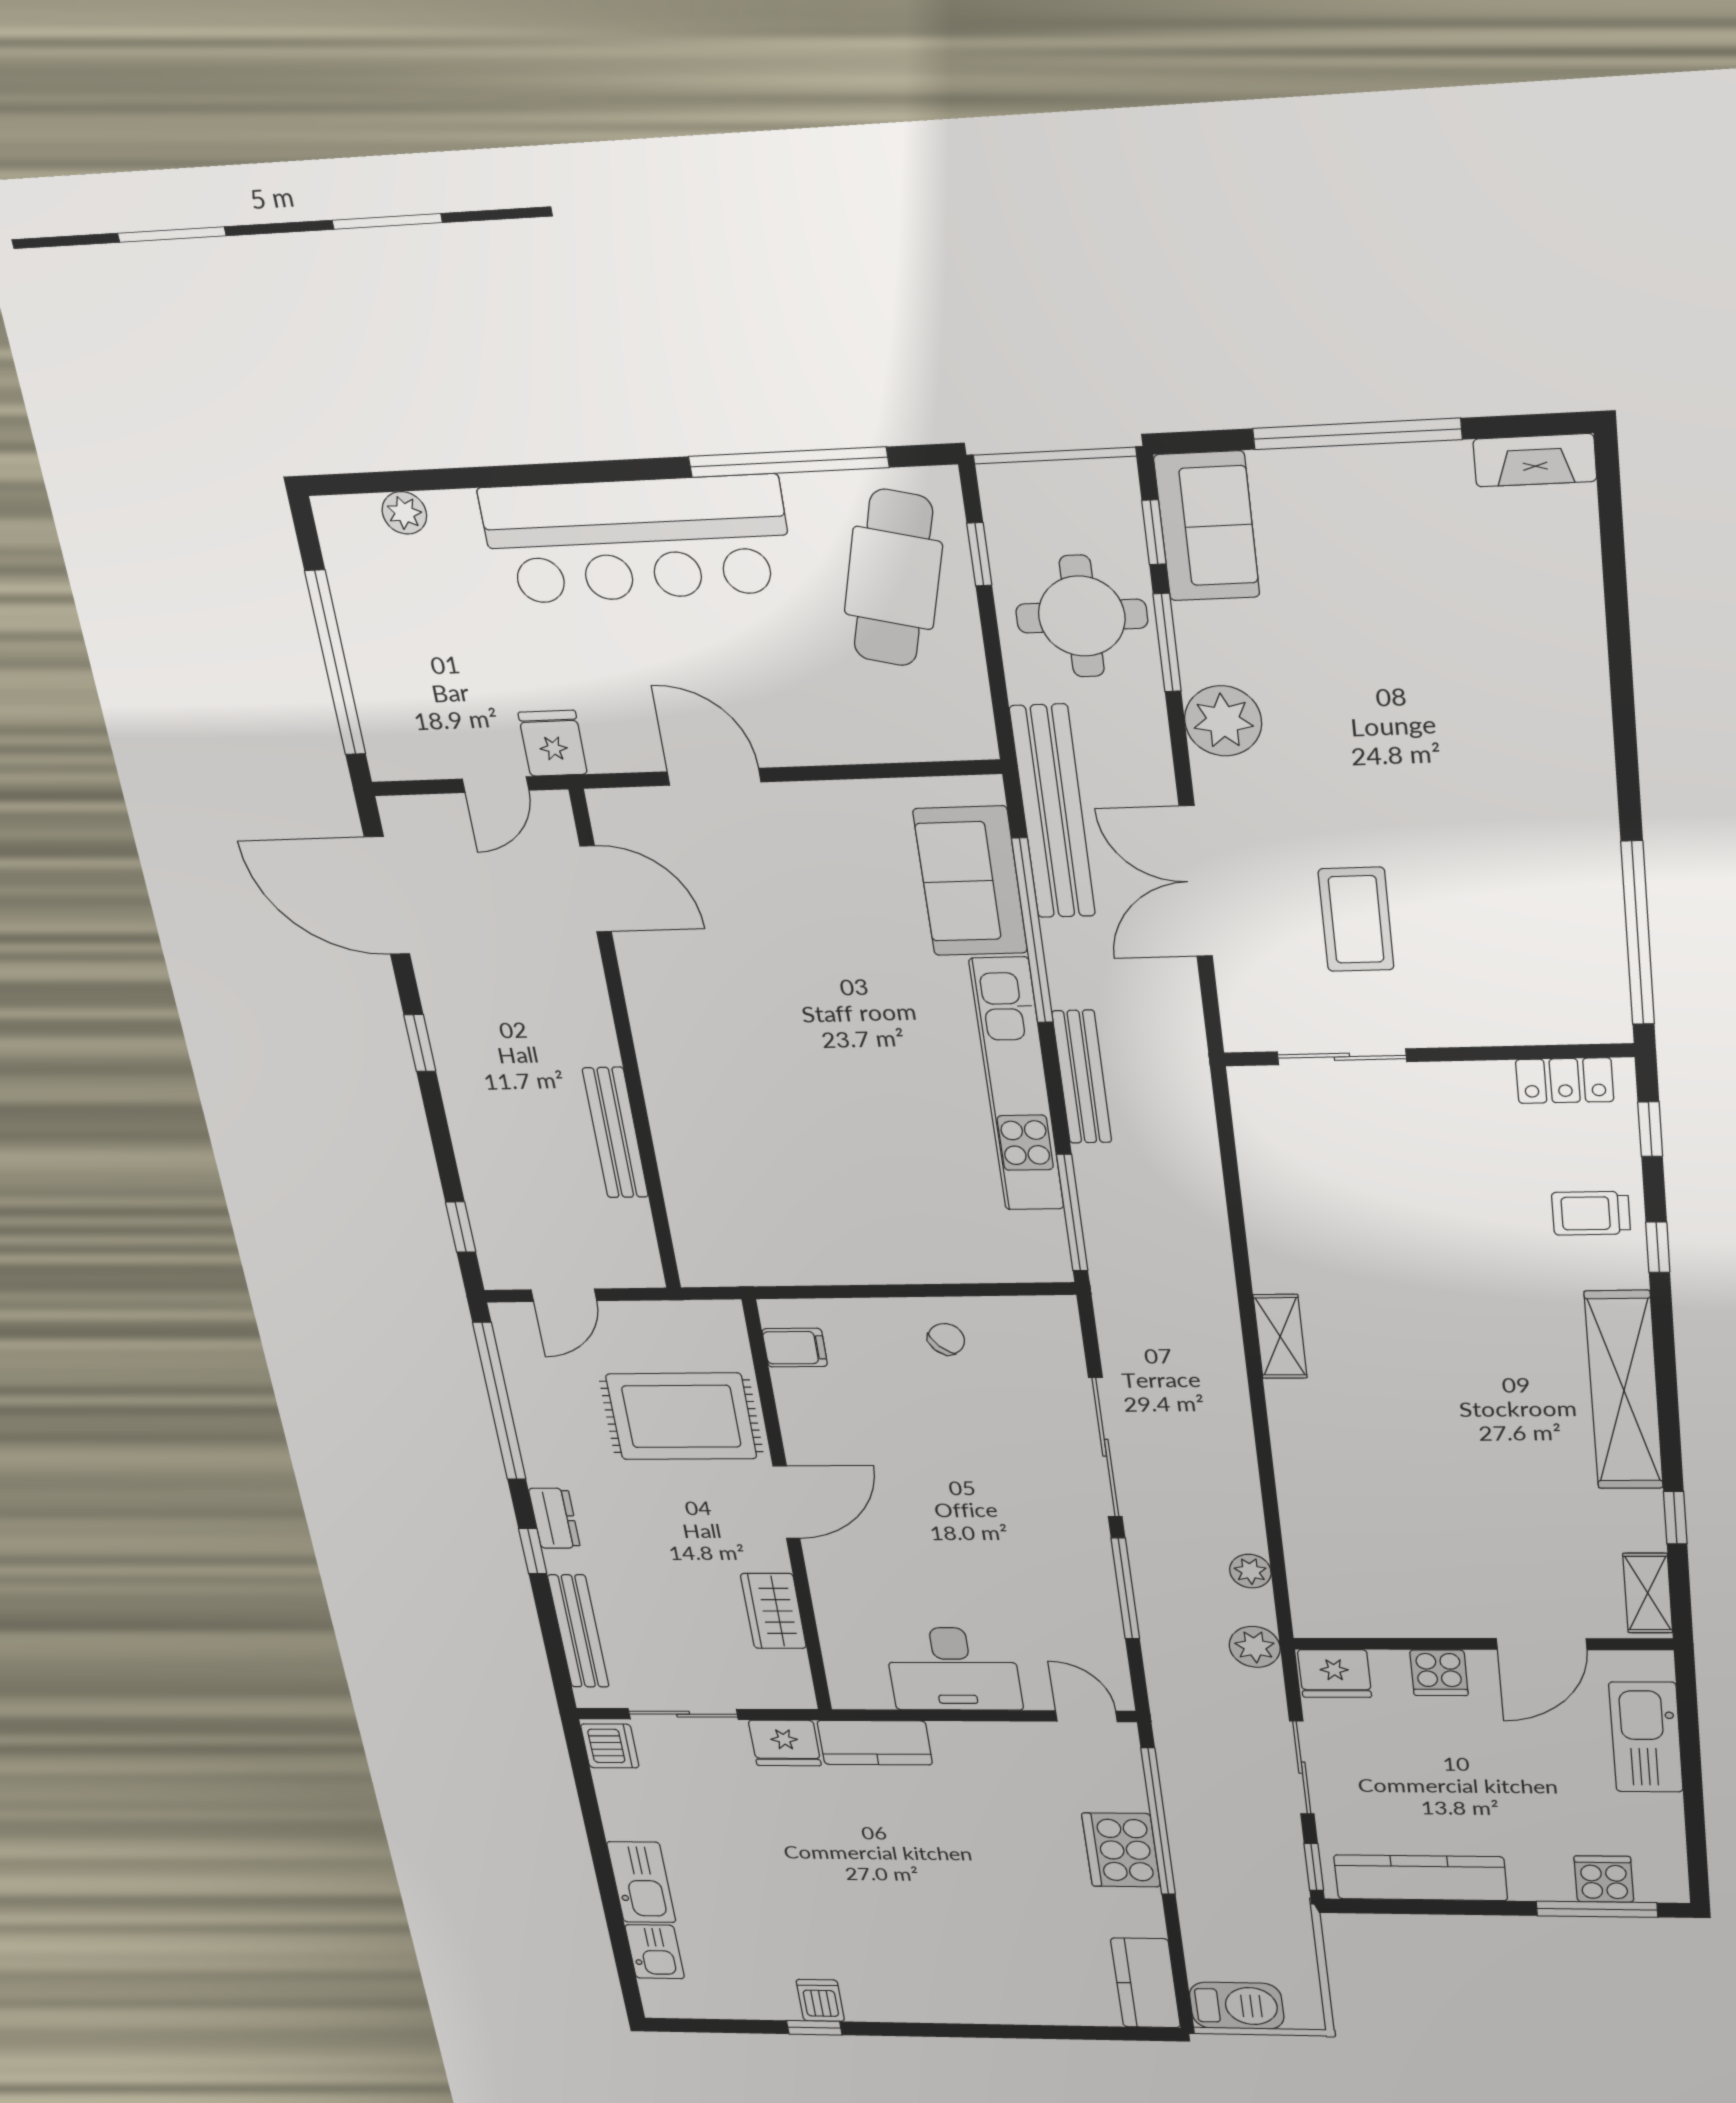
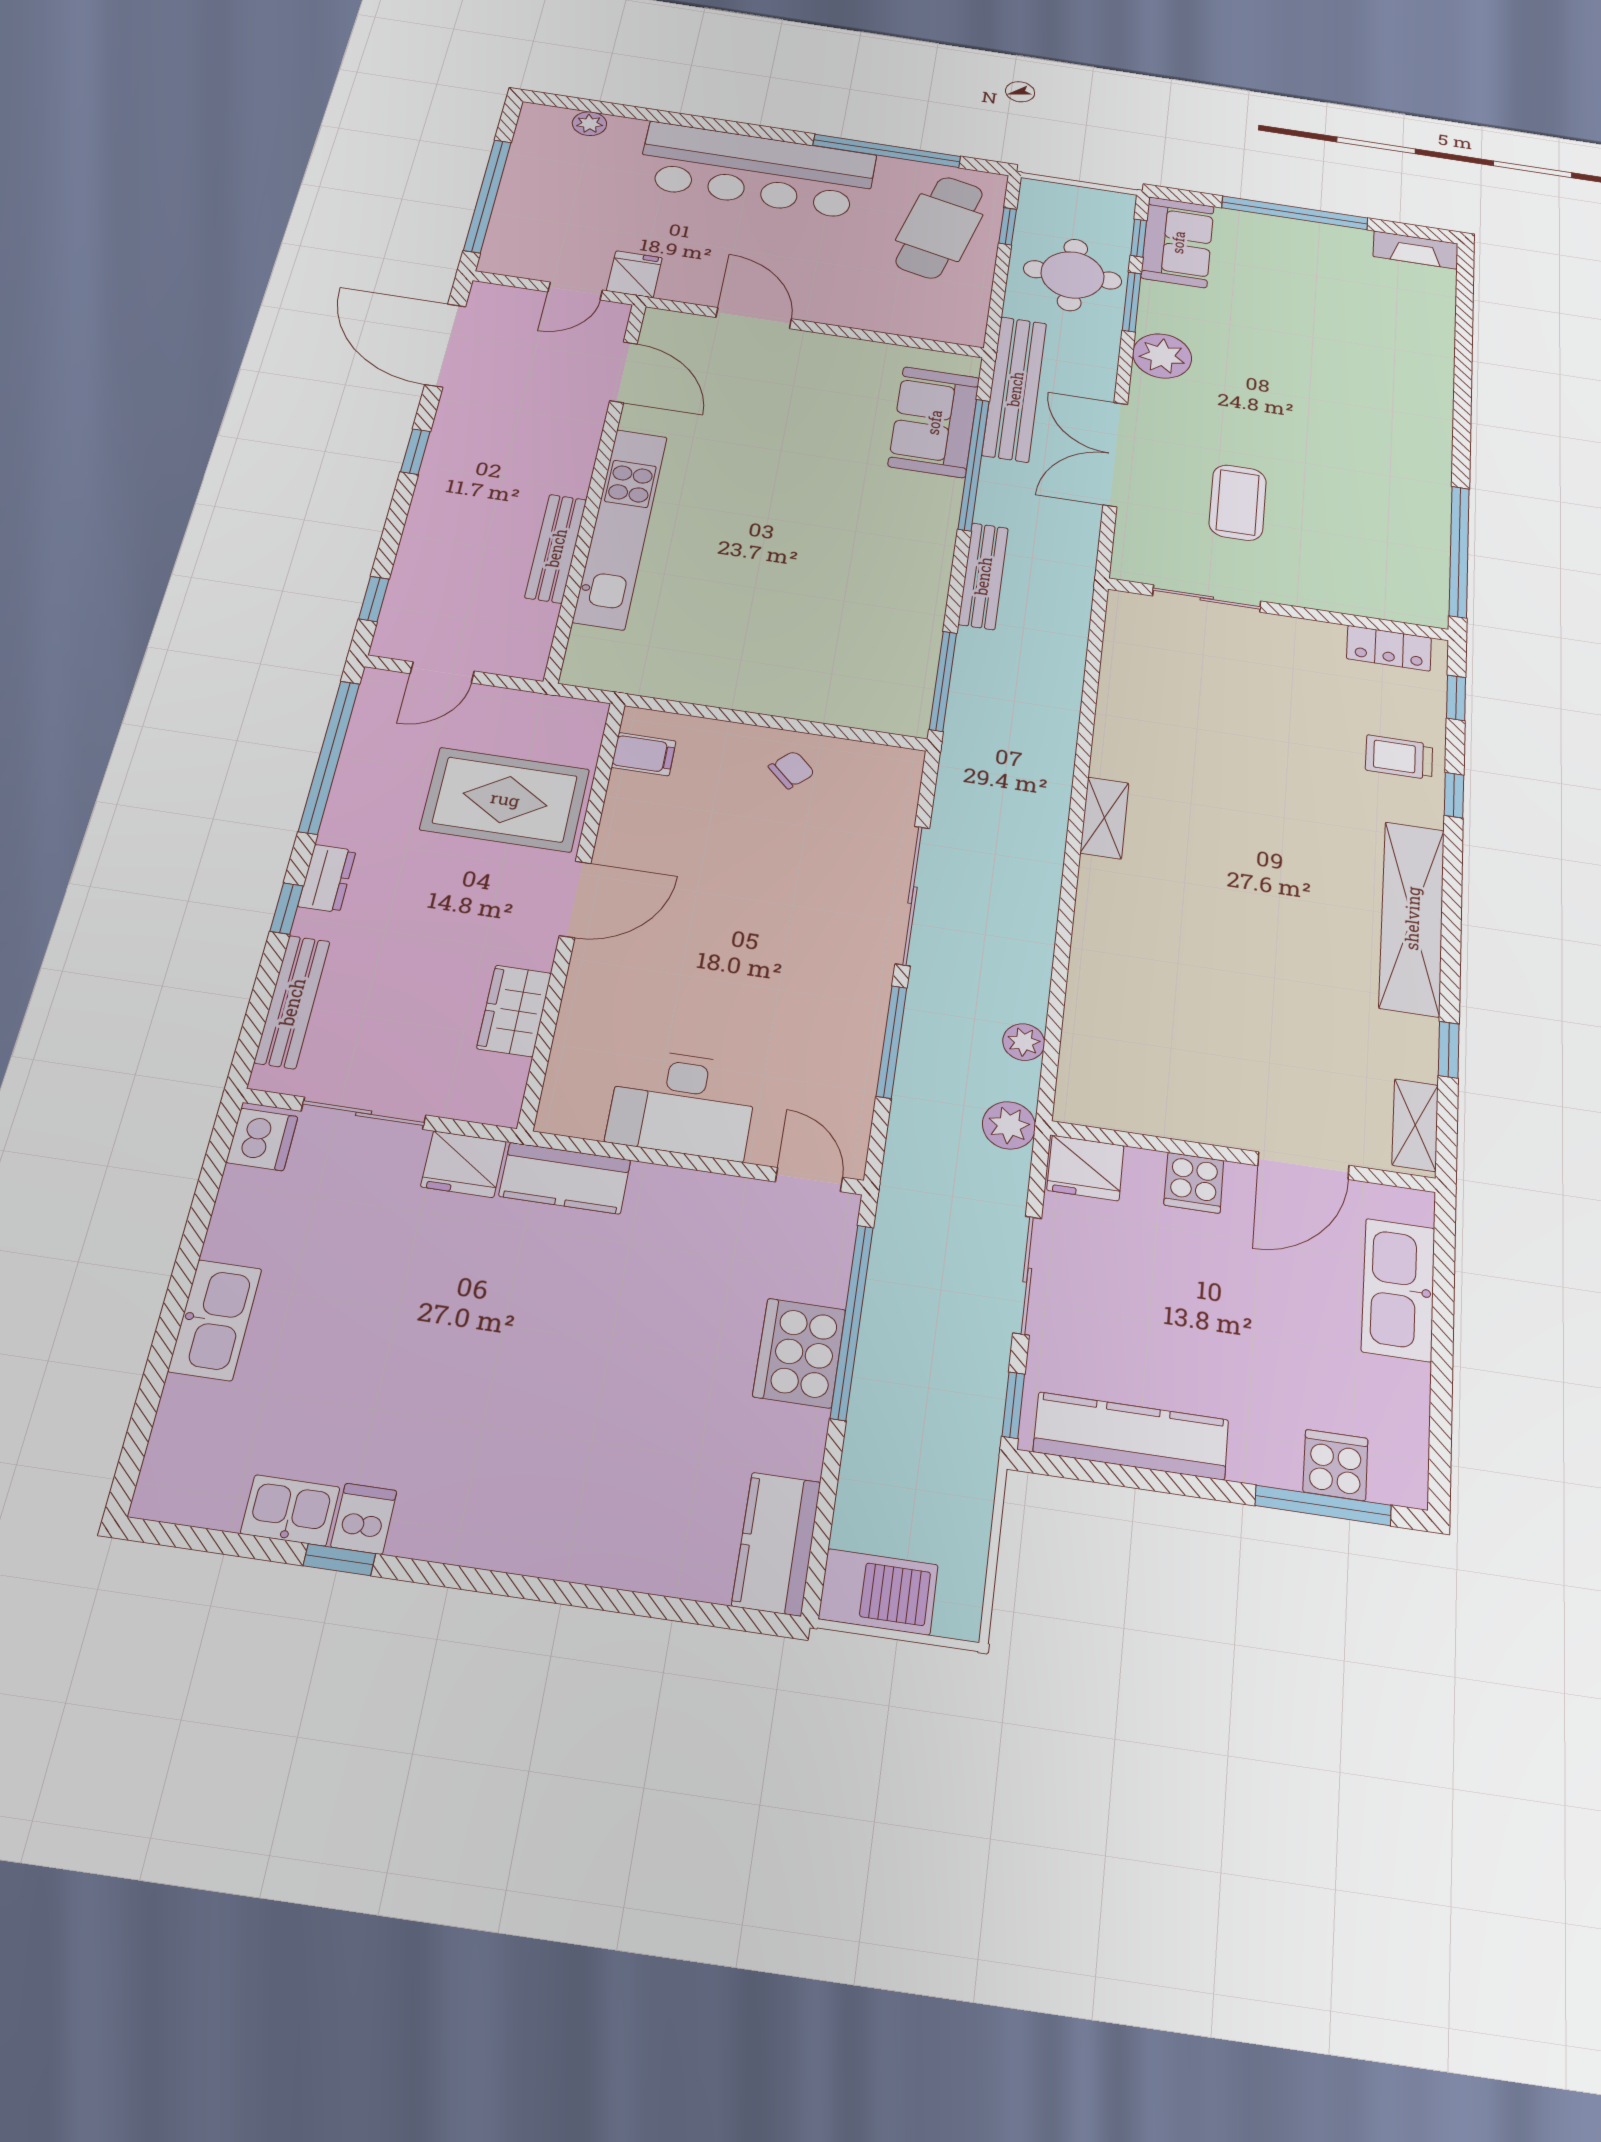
kitchen unit: (1017, 1085) -> (620, 528), moved, turned 180
kitchen sink: (655, 1952) -> (290, 1510), moved, turned -90

